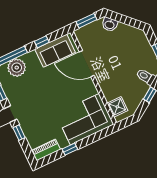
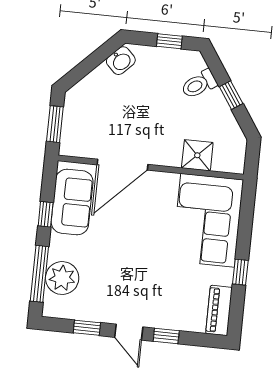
washbasin: (110, 24) -> (121, 61), moved
shower: (117, 107) -> (197, 155), moved

